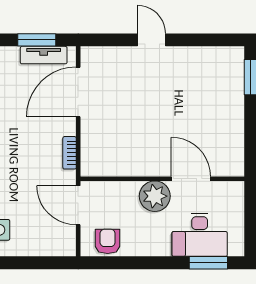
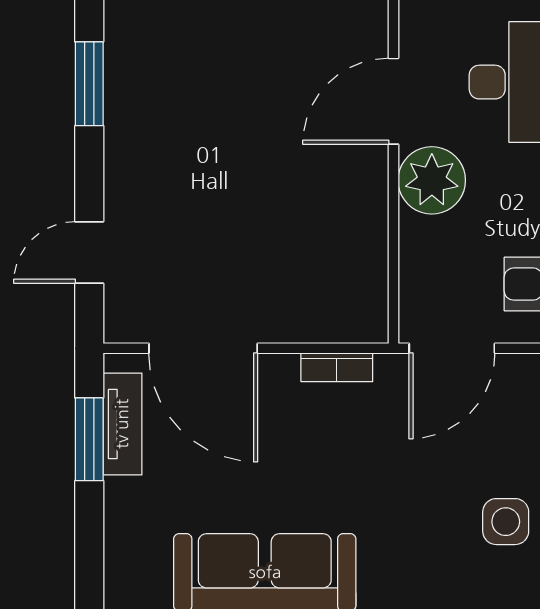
door: (152, 40) -> (89, 252), moved
window: (199, 40) -> (89, 84), added

